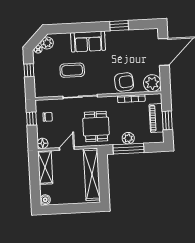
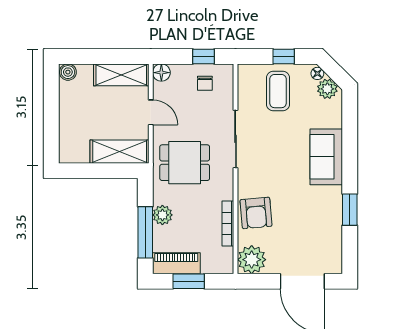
coffee table: (72, 70) -> (278, 91), moved
piano: (156, 118) -> (176, 263), moved
window: (128, 149) -> (145, 232), moved
shelving: (92, 174) -> (120, 152), width x0.68

